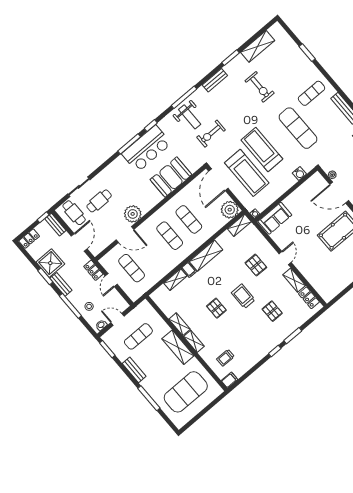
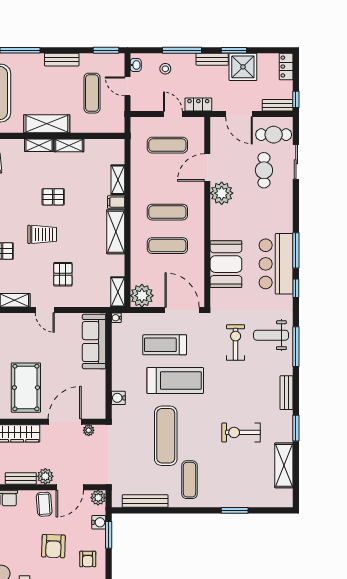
exercise mat: (298, 128) -> (166, 436), turned 90
treadmill: (247, 173) -> (165, 345), width x0.73, depth x0.73
sofa: (275, 218) -> (94, 342), width x1.36
pallet: (256, 265) -> (63, 274), turned 90
door: (117, 319) -> (127, 86), swing flipped

